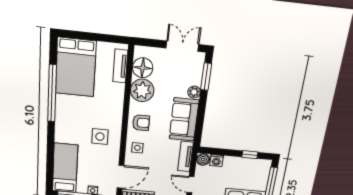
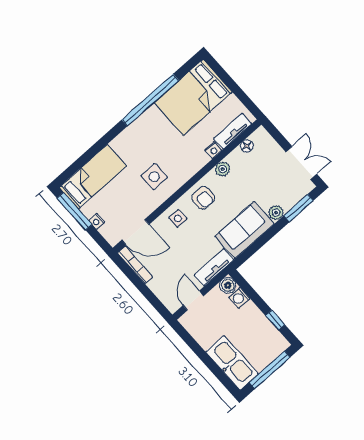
floor lamp: (143, 68) -> (247, 146), width x0.53, depth x0.53
nightstand: (120, 89) -> (213, 150), added
plant: (142, 90) -> (223, 169), width x0.53, depth x0.53

